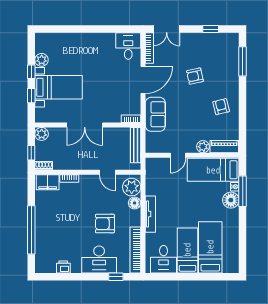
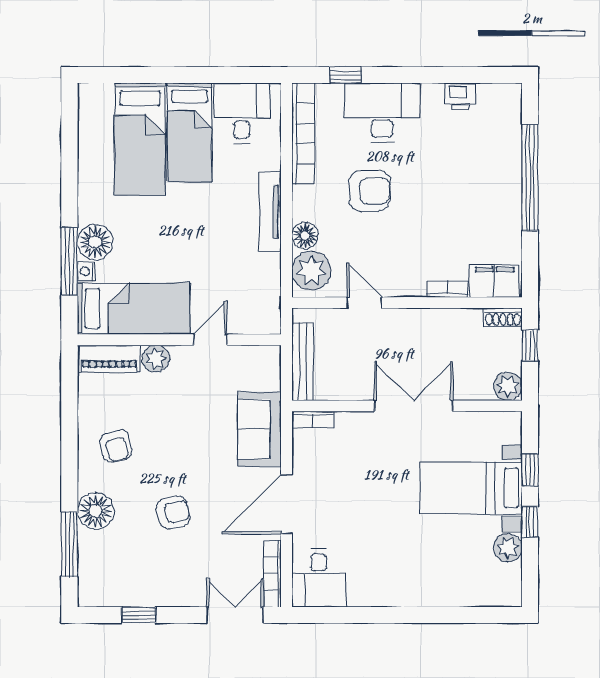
floor lamp: (231, 77) -> (96, 511), added

